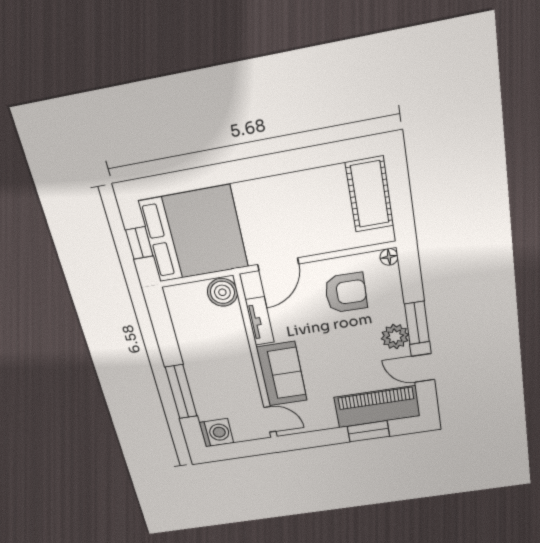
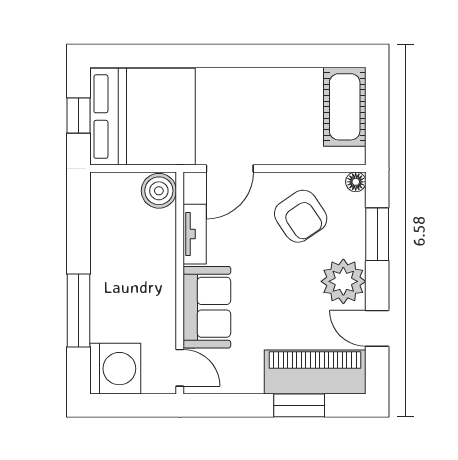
armchair: (346, 293) -> (301, 216), turned 55
window: (417, 323) -> (377, 234), moved
plant: (395, 337) -> (343, 281), width x1.36, depth x1.36
washing machine: (216, 433) -> (115, 369), width x1.37, depth x1.37

